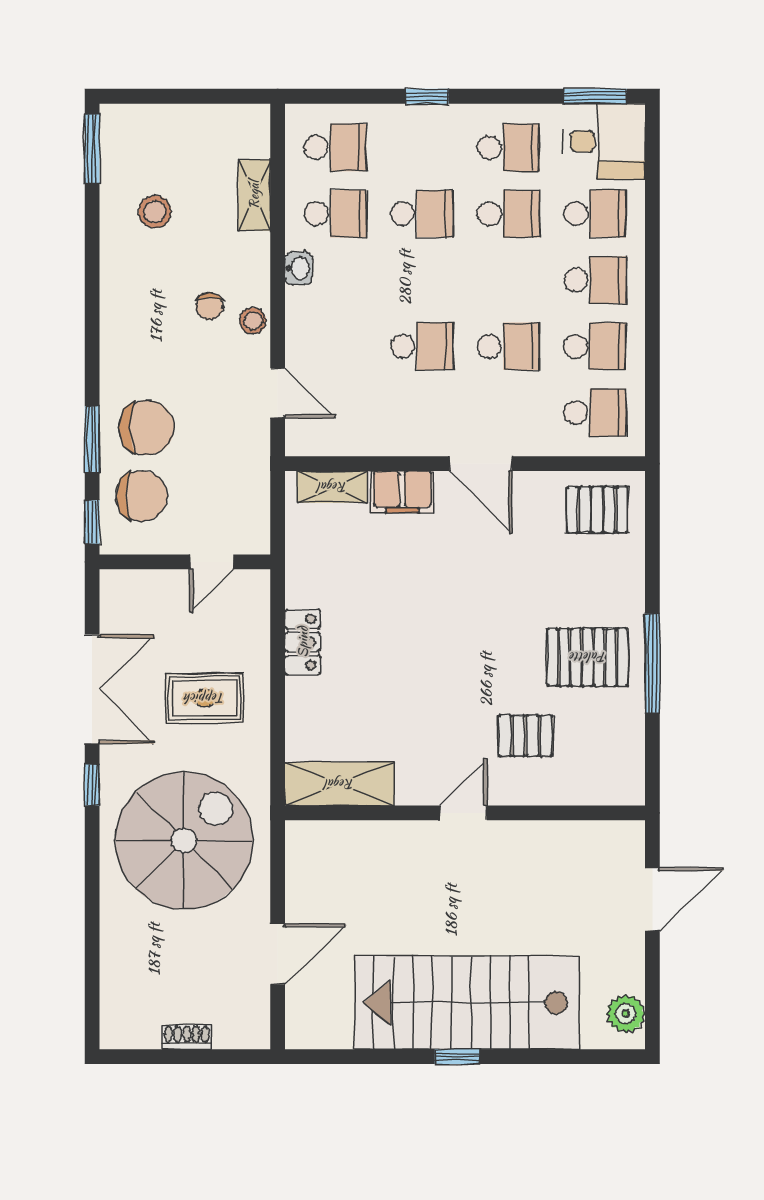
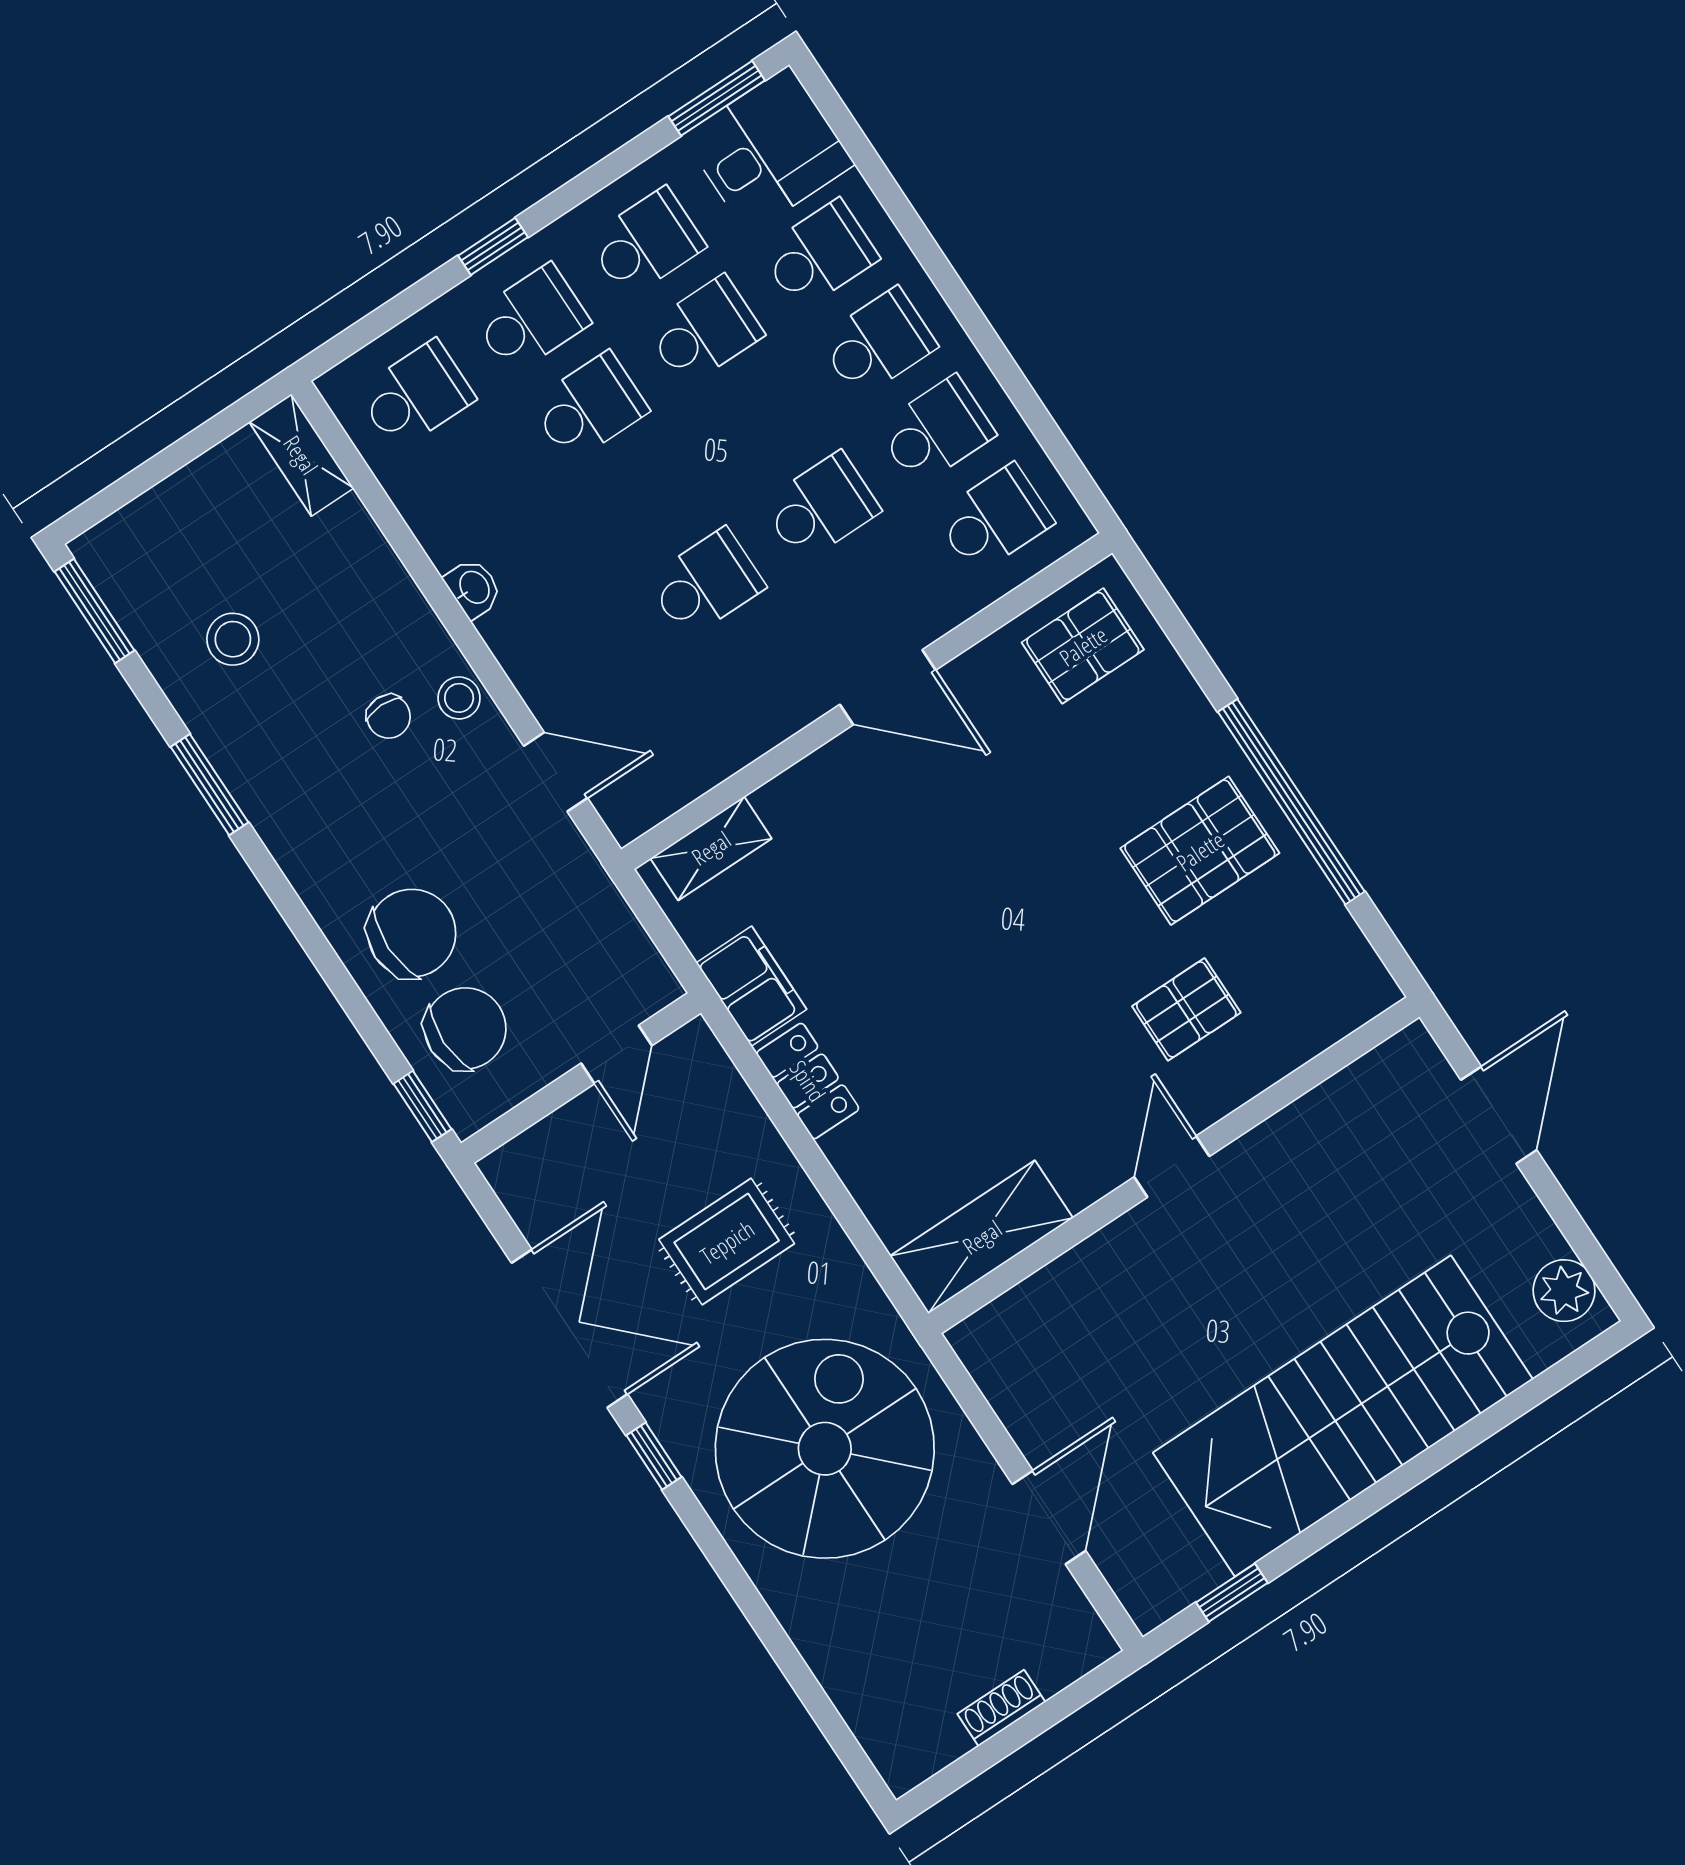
shelving: (254, 195) -> (301, 455), moved
school desk: (335, 214) -> (531, 319), moved
window: (92, 440) -> (209, 785), moved
filing cabinet: (402, 492) -> (751, 986), moved, turned -90
window: (652, 663) -> (1291, 802), width x1.46
window: (457, 1057) -> (1232, 1593), moved

